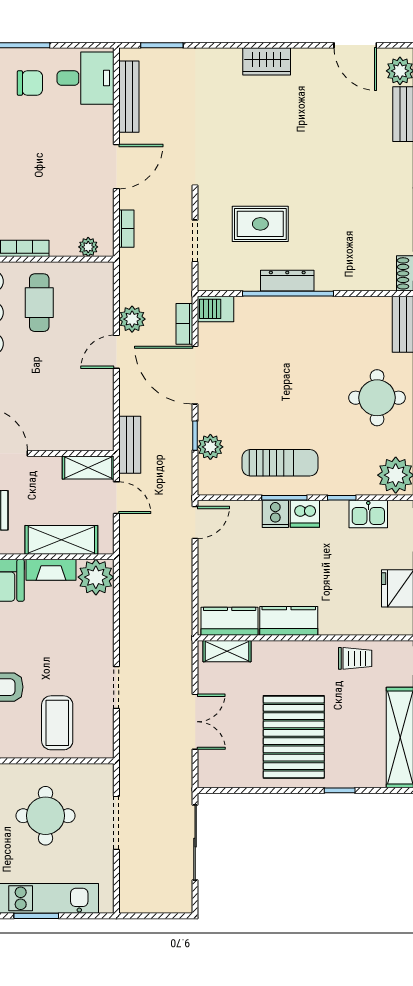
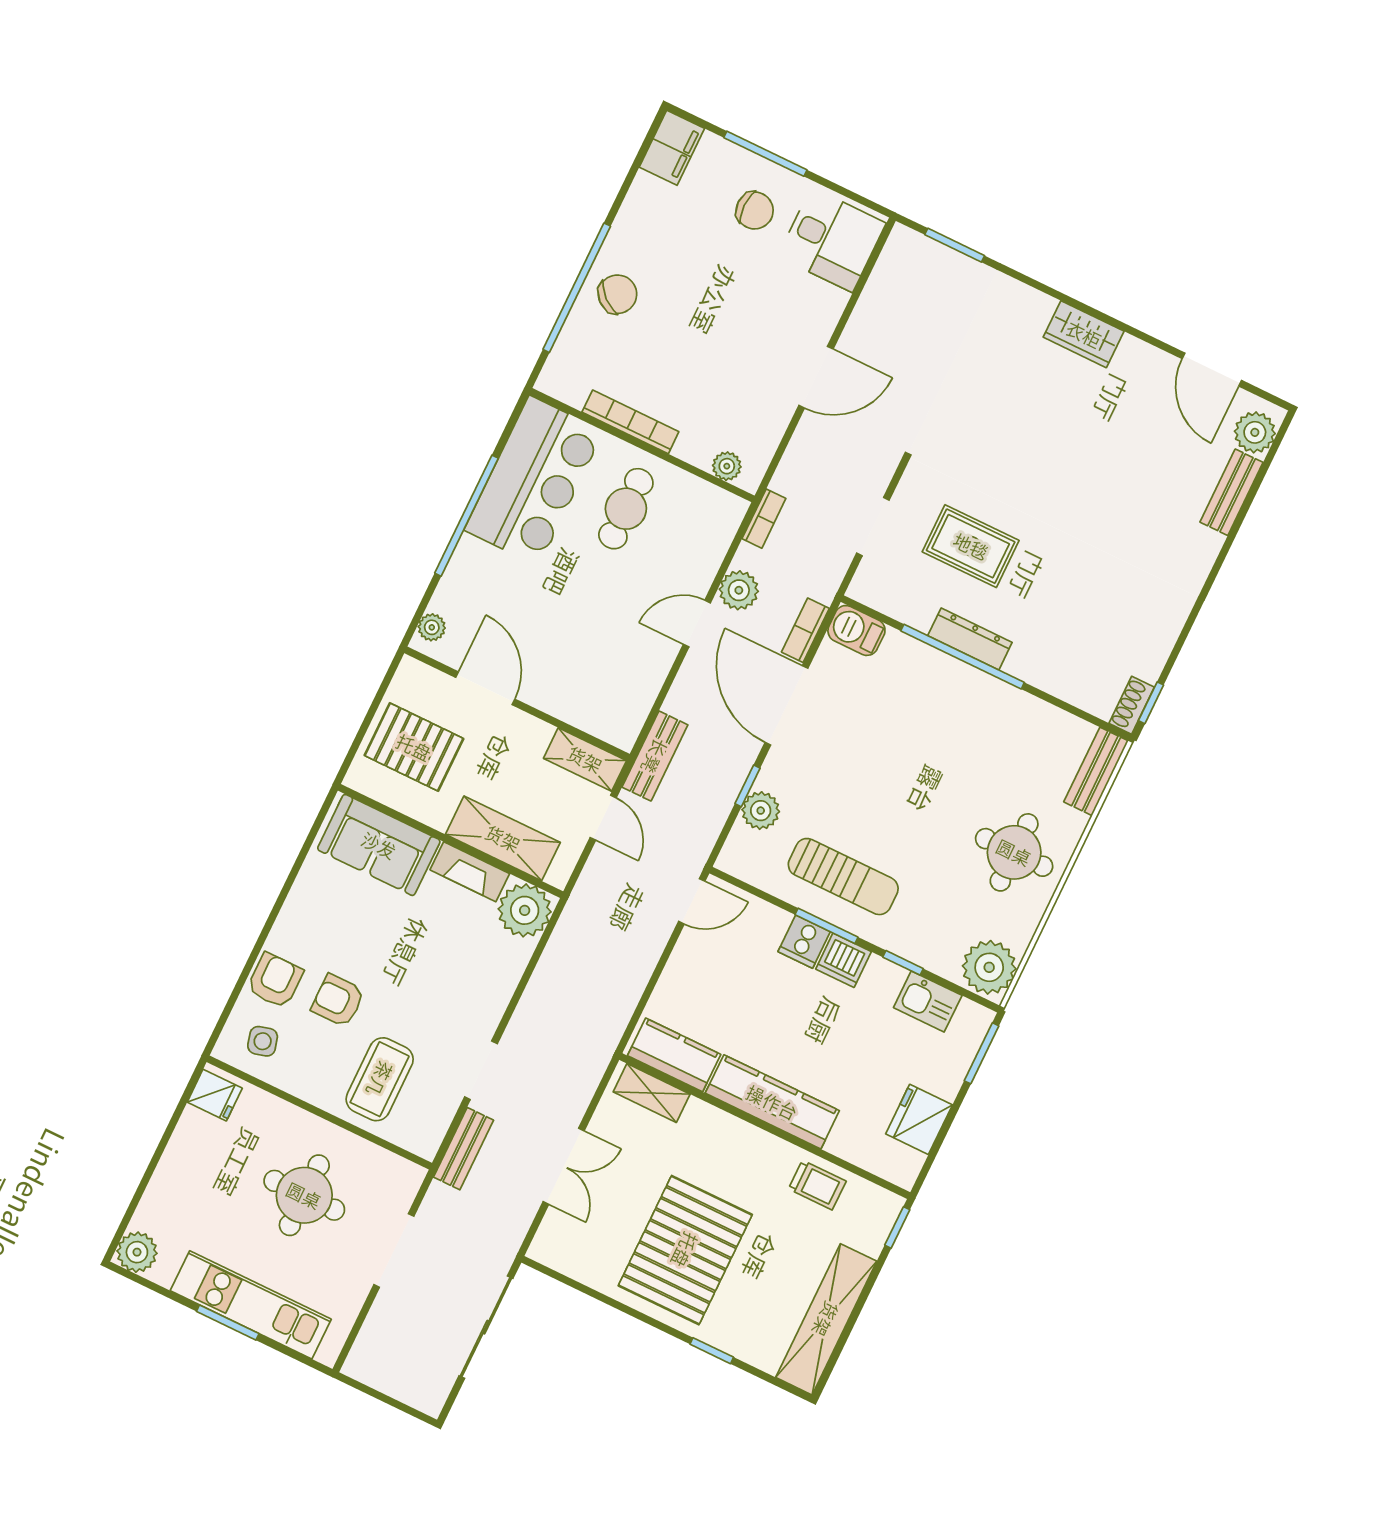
bench: (129, 97) -> (464, 1149), moved, width x0.73
bookcase: (126, 229) -> (764, 519), moved
kitchen counter: (289, 621) -> (772, 1102), width x1.50

